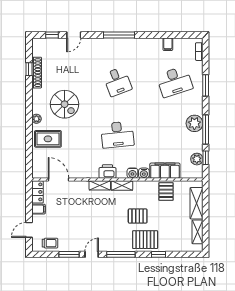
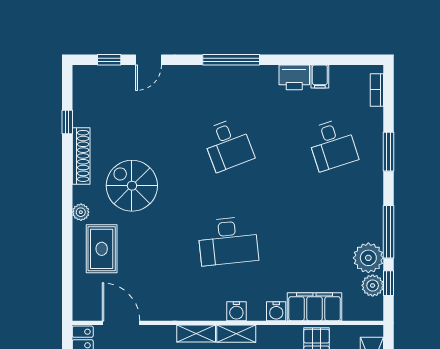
shoe rack: (37, 73) -> (81, 156), moved
desk: (175, 82) -> (332, 145), width x0.73
spiral stairs: (65, 104) -> (132, 186), turned 180
plant: (194, 123) -> (368, 258), moved
rug: (48, 139) -> (102, 249), turned 90
printer: (107, 172) -> (294, 77), moved, turned 180
water cooler: (132, 173) -> (236, 311), moved

